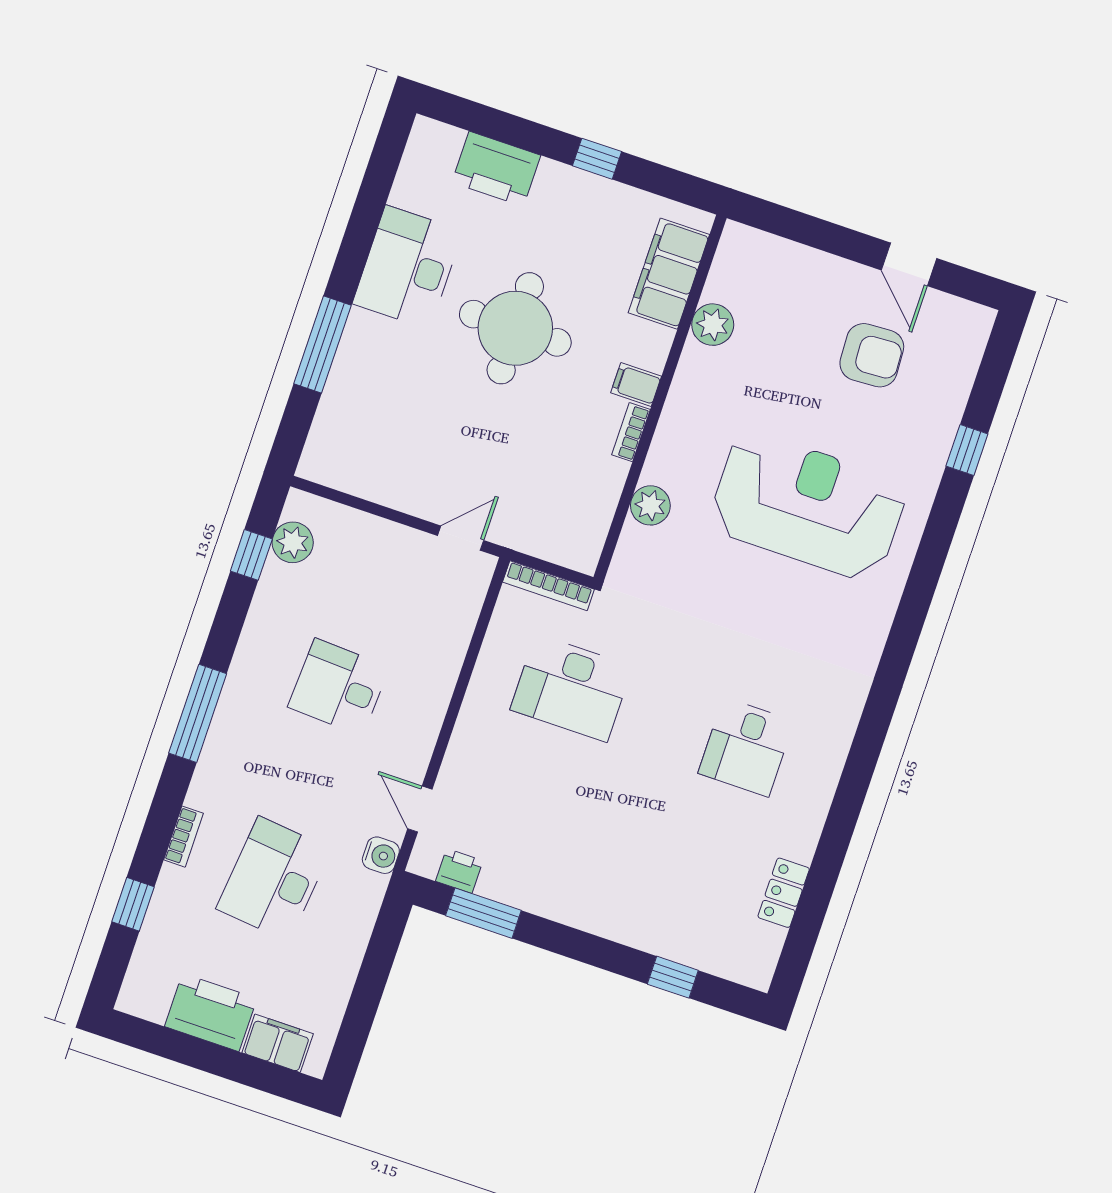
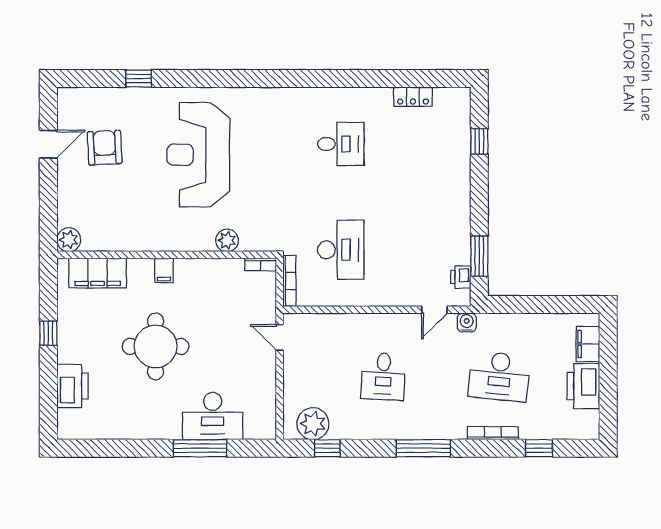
desk: (408, 267) -> (213, 416), moved
plant: (713, 325) -> (69, 240), moved
bookcase: (631, 432) -> (261, 264), moved
plant: (293, 542) -> (313, 424), width x1.36, depth x1.36
bookcase: (184, 837) -> (493, 433), width x1.56

